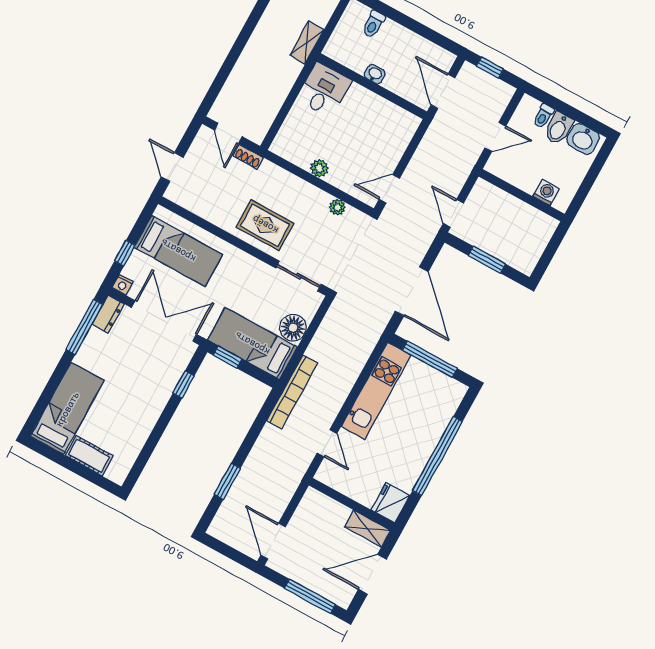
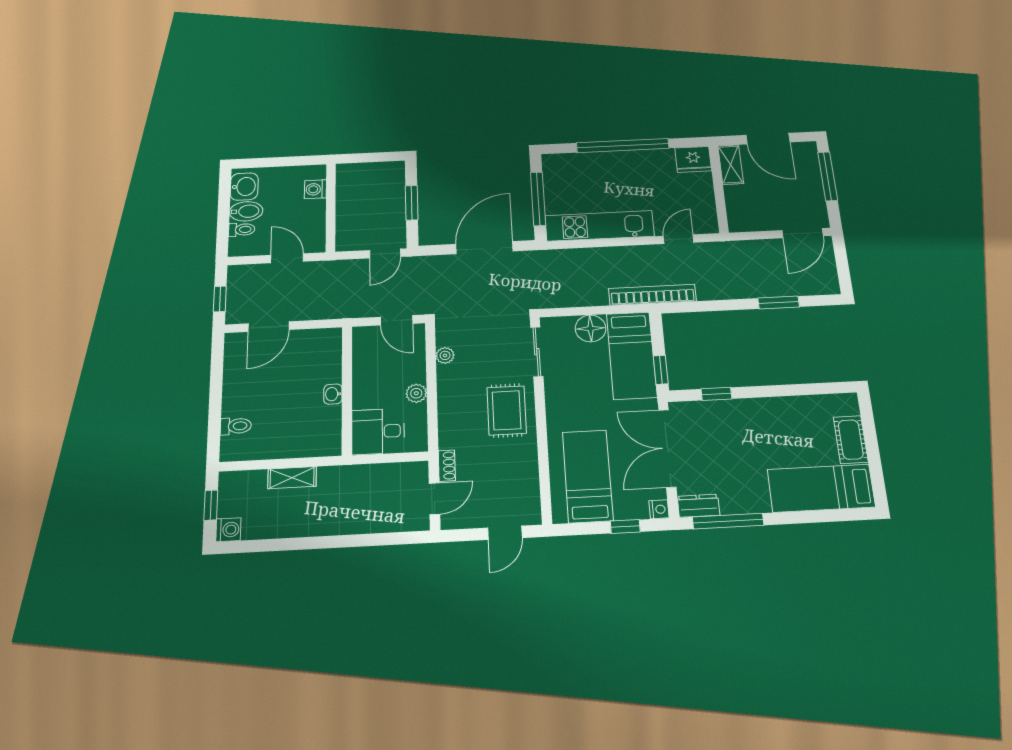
washbasin: (375, 74) -> (333, 394), moved
wall: (372, 86) -> (347, 390), moved
desk: (324, 90) -> (378, 431), moved

